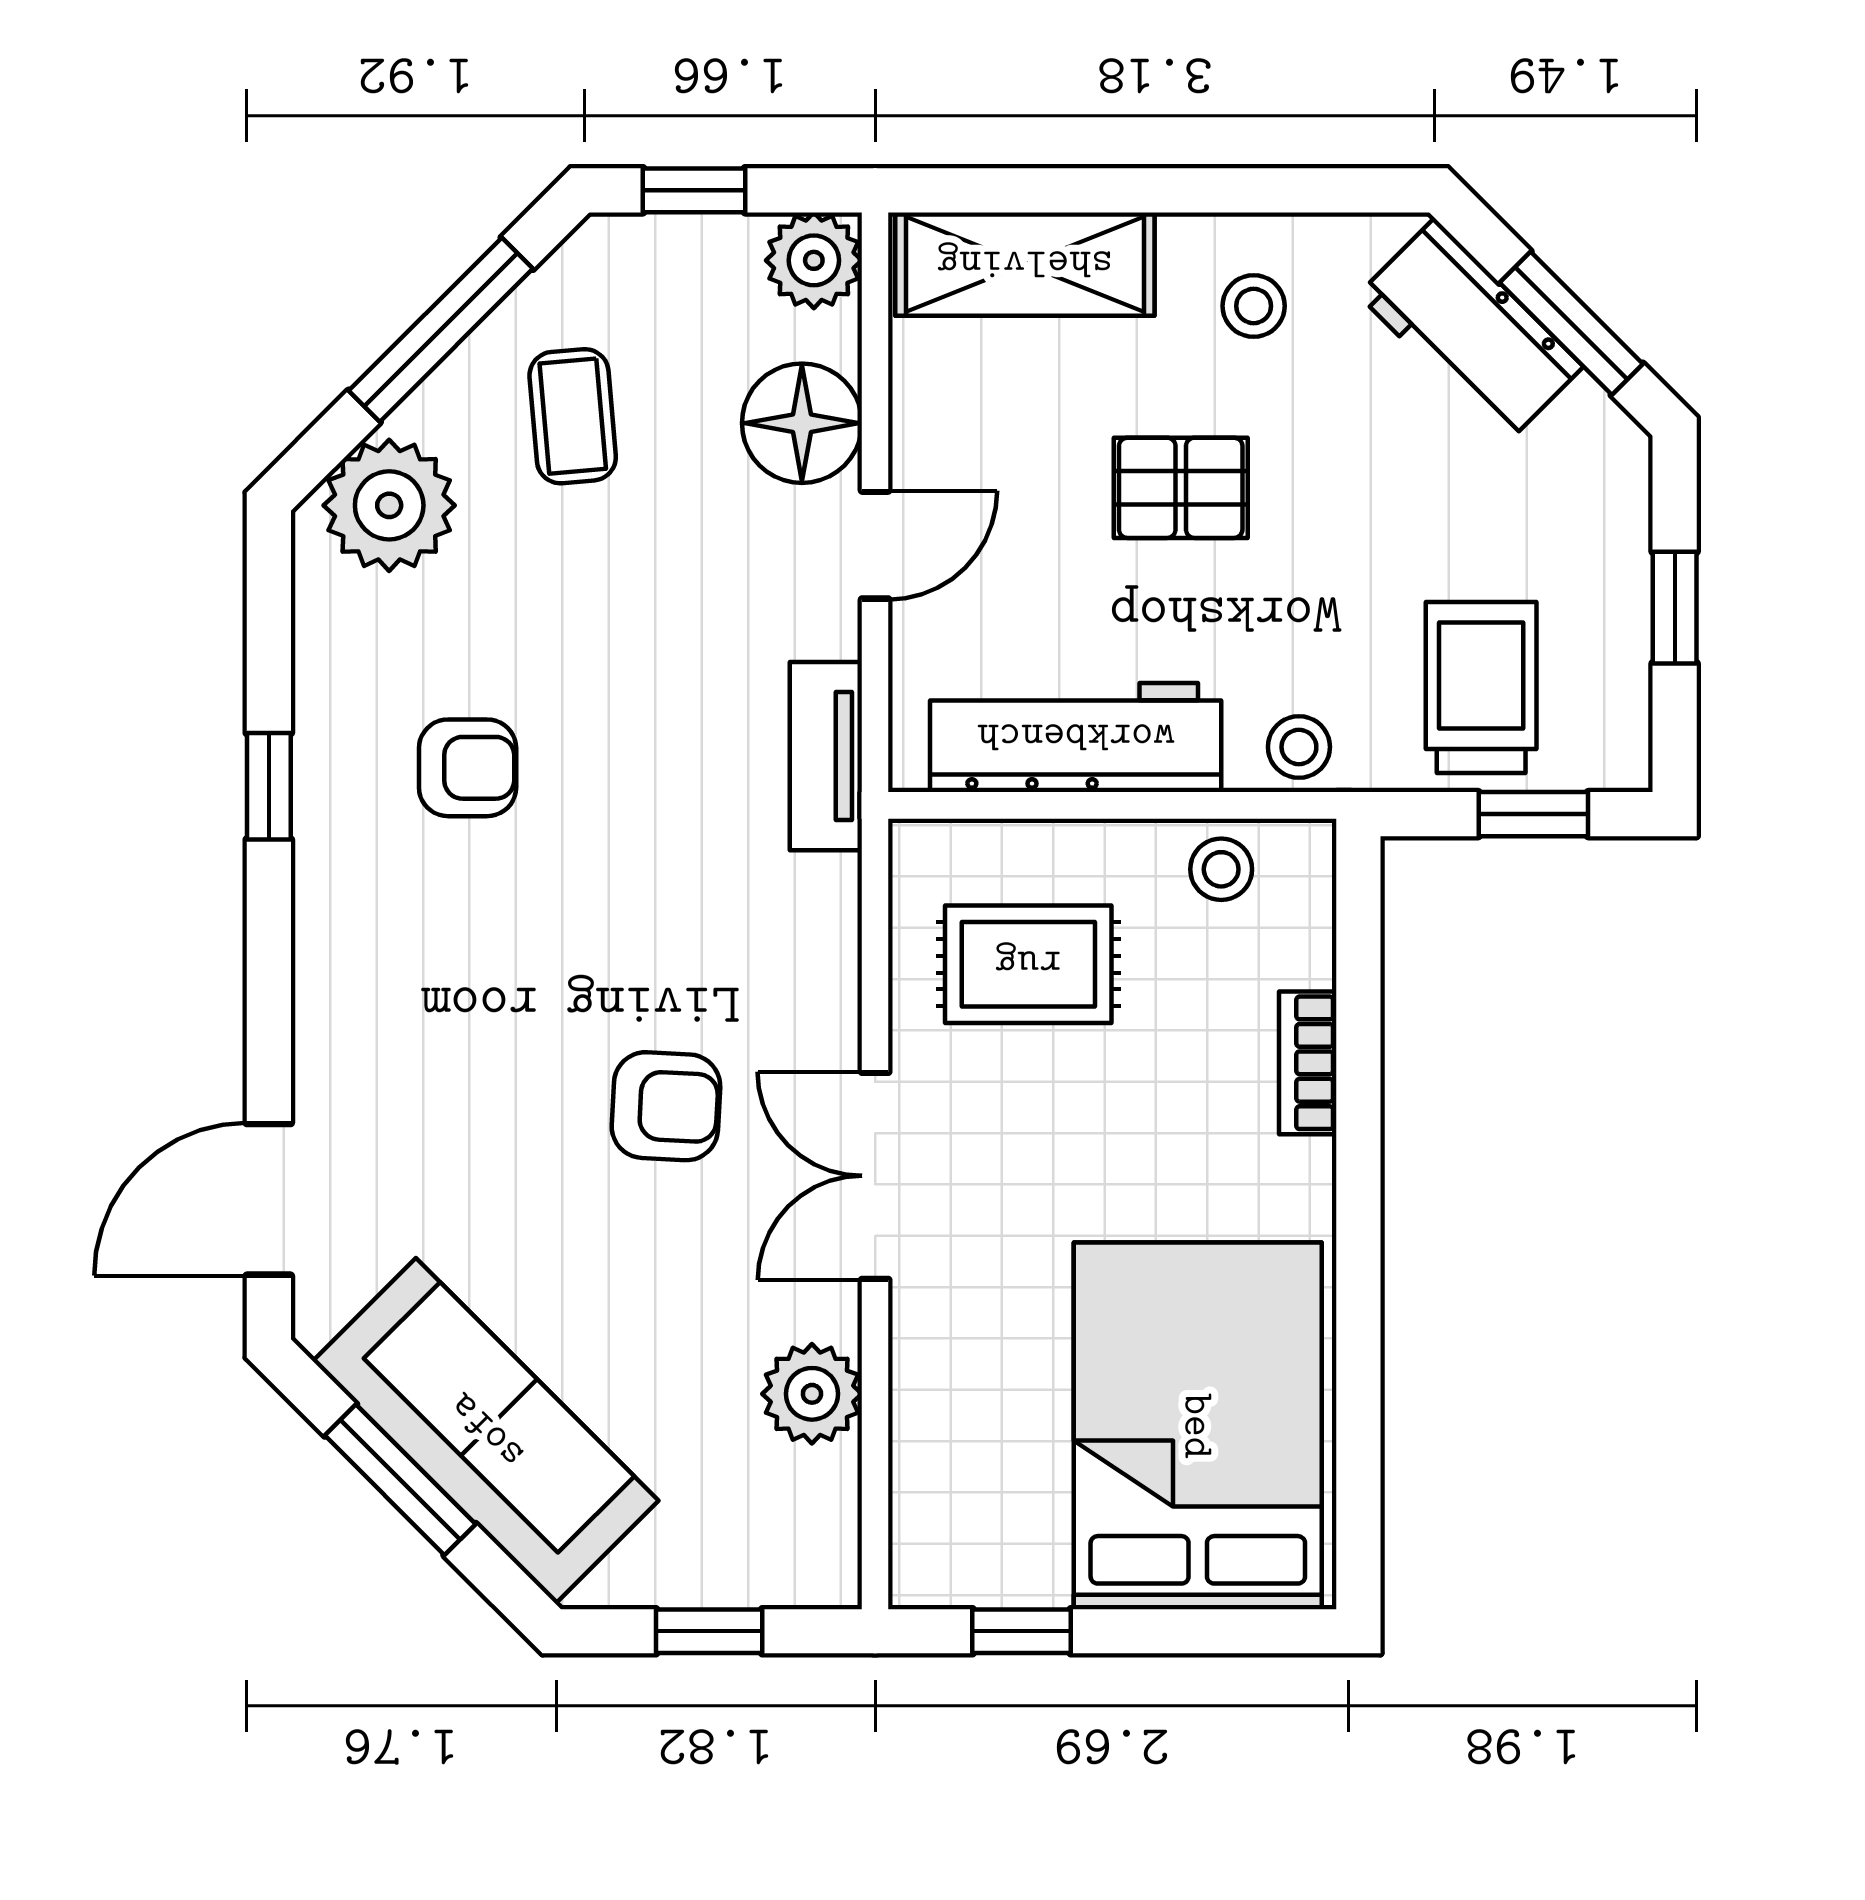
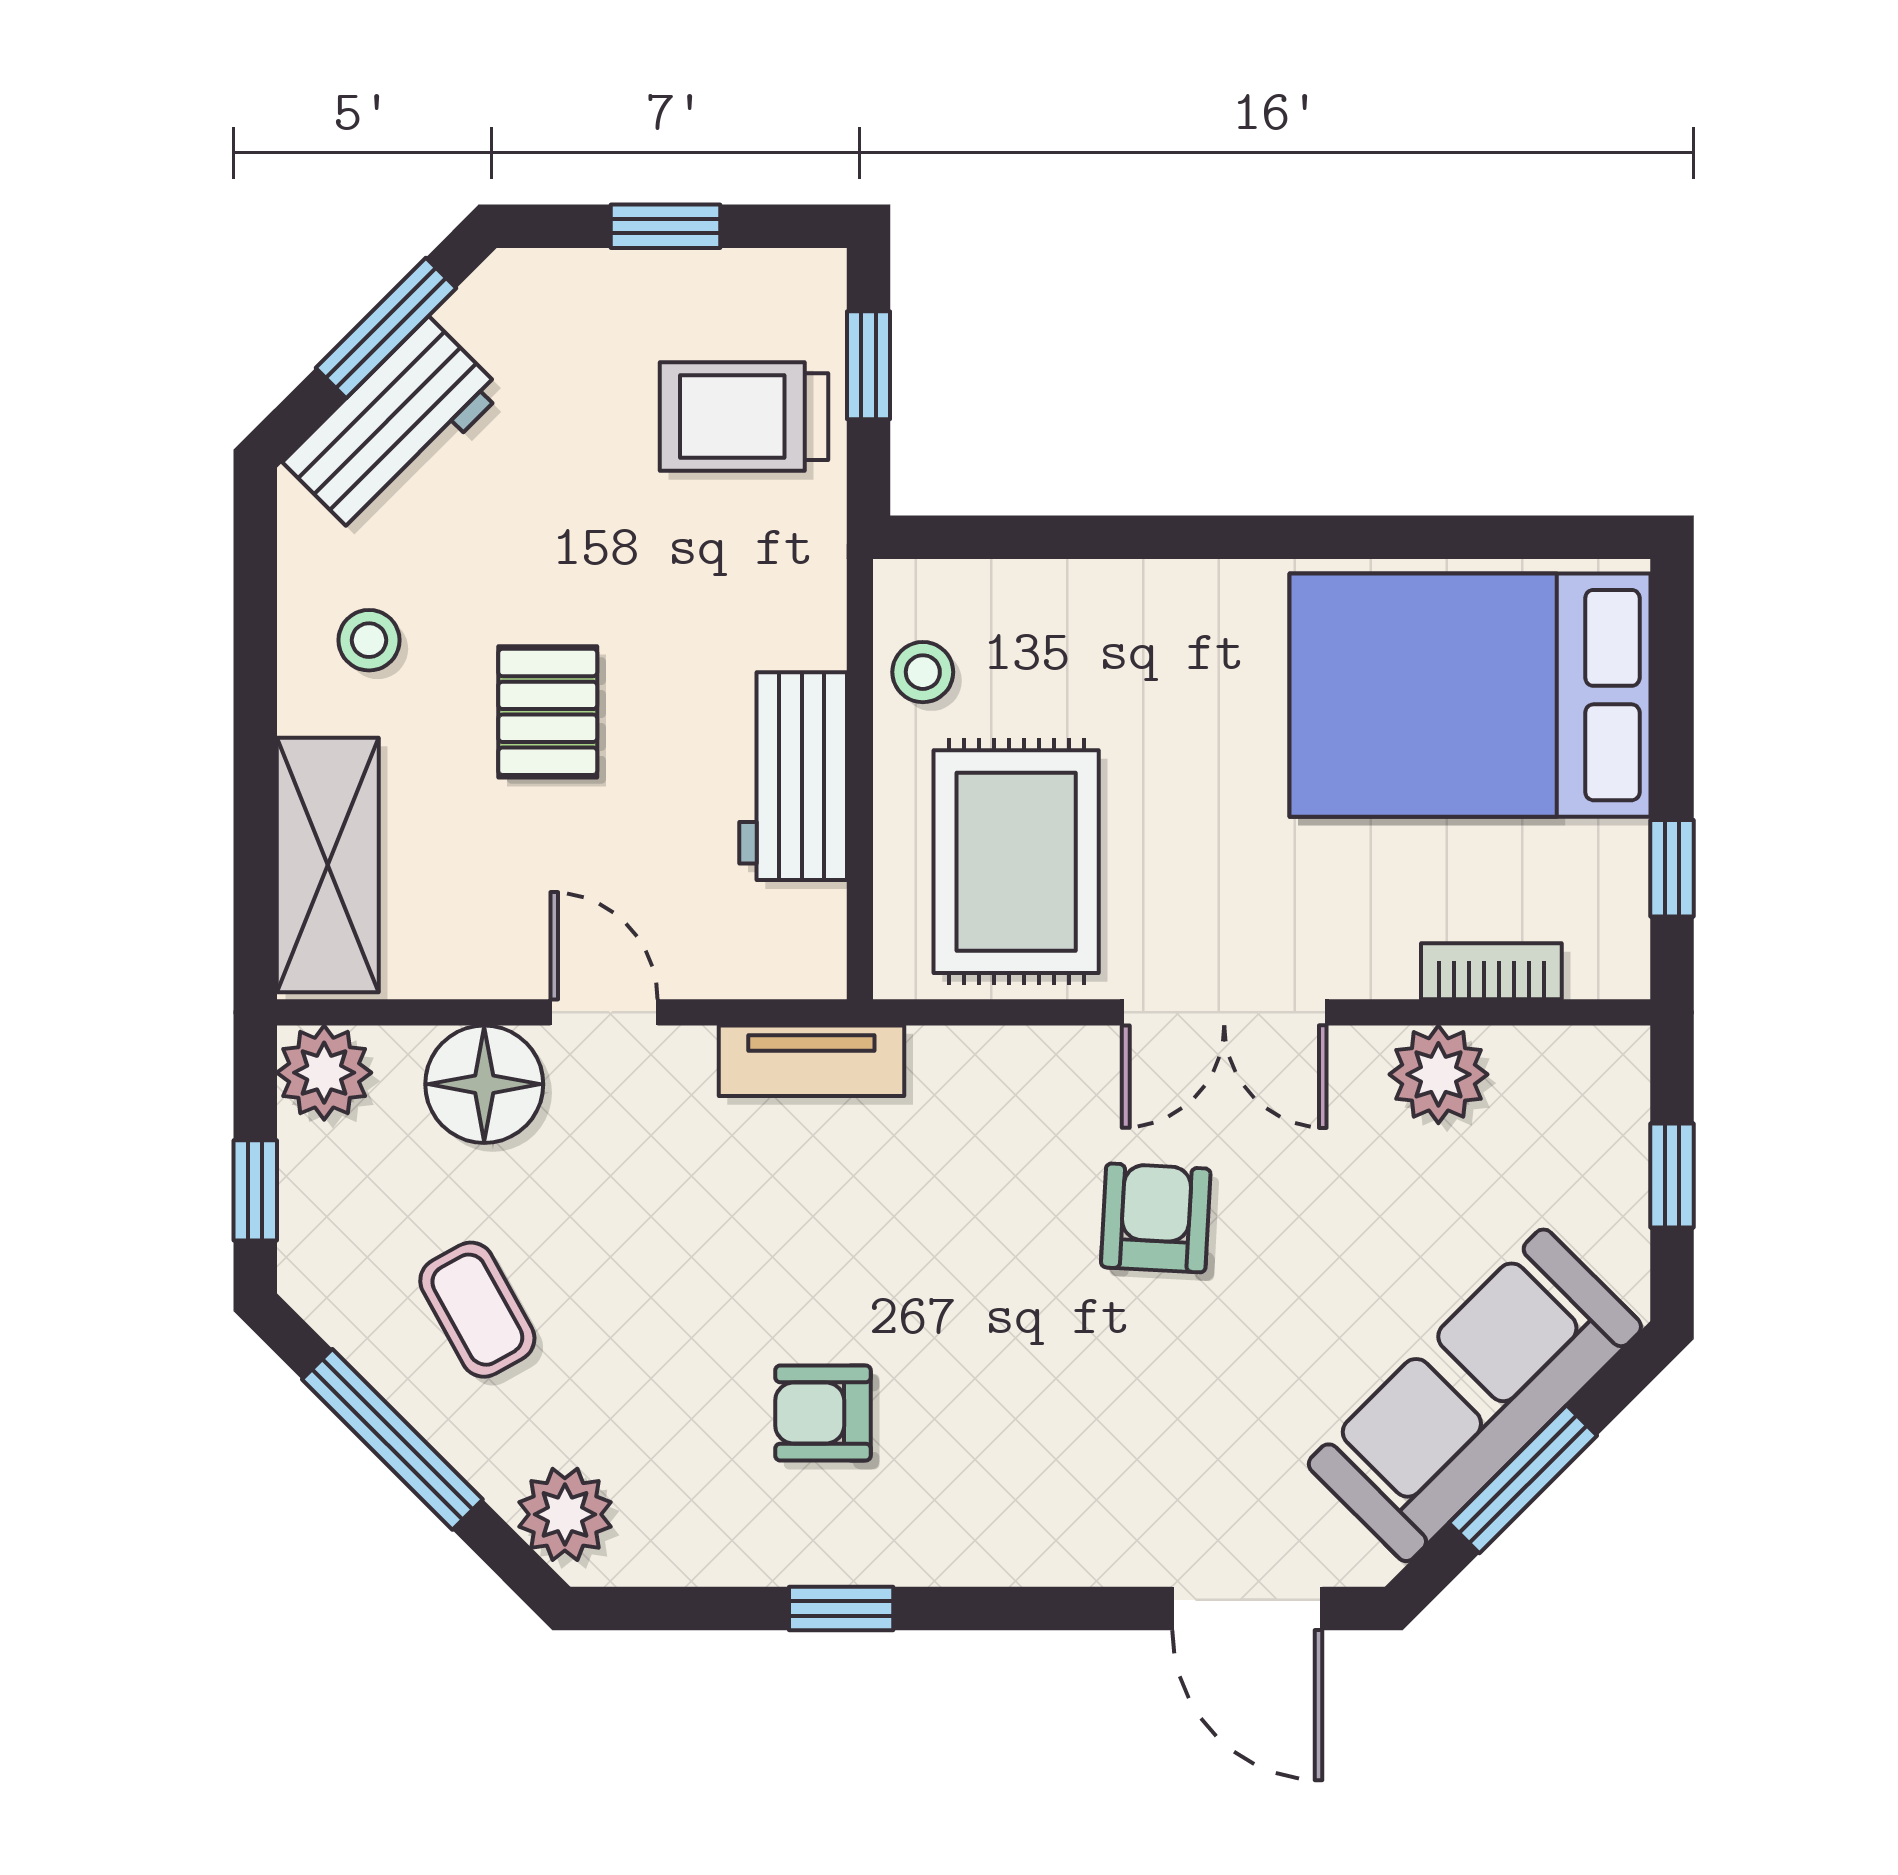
coffee table: (573, 416) -> (477, 1310), turned 66
plant: (389, 505) -> (565, 1514), width x0.73, depth x0.73
workbench: (1076, 737) -> (793, 776), width x0.73
stool: (1299, 747) -> (803, 596), removed
armchair: (468, 768) -> (823, 1413), turned -90
rug: (1028, 964) -> (1016, 862), width x1.36, depth x1.43
bookcase: (1308, 1063) -> (1491, 971), moved, turned 180

